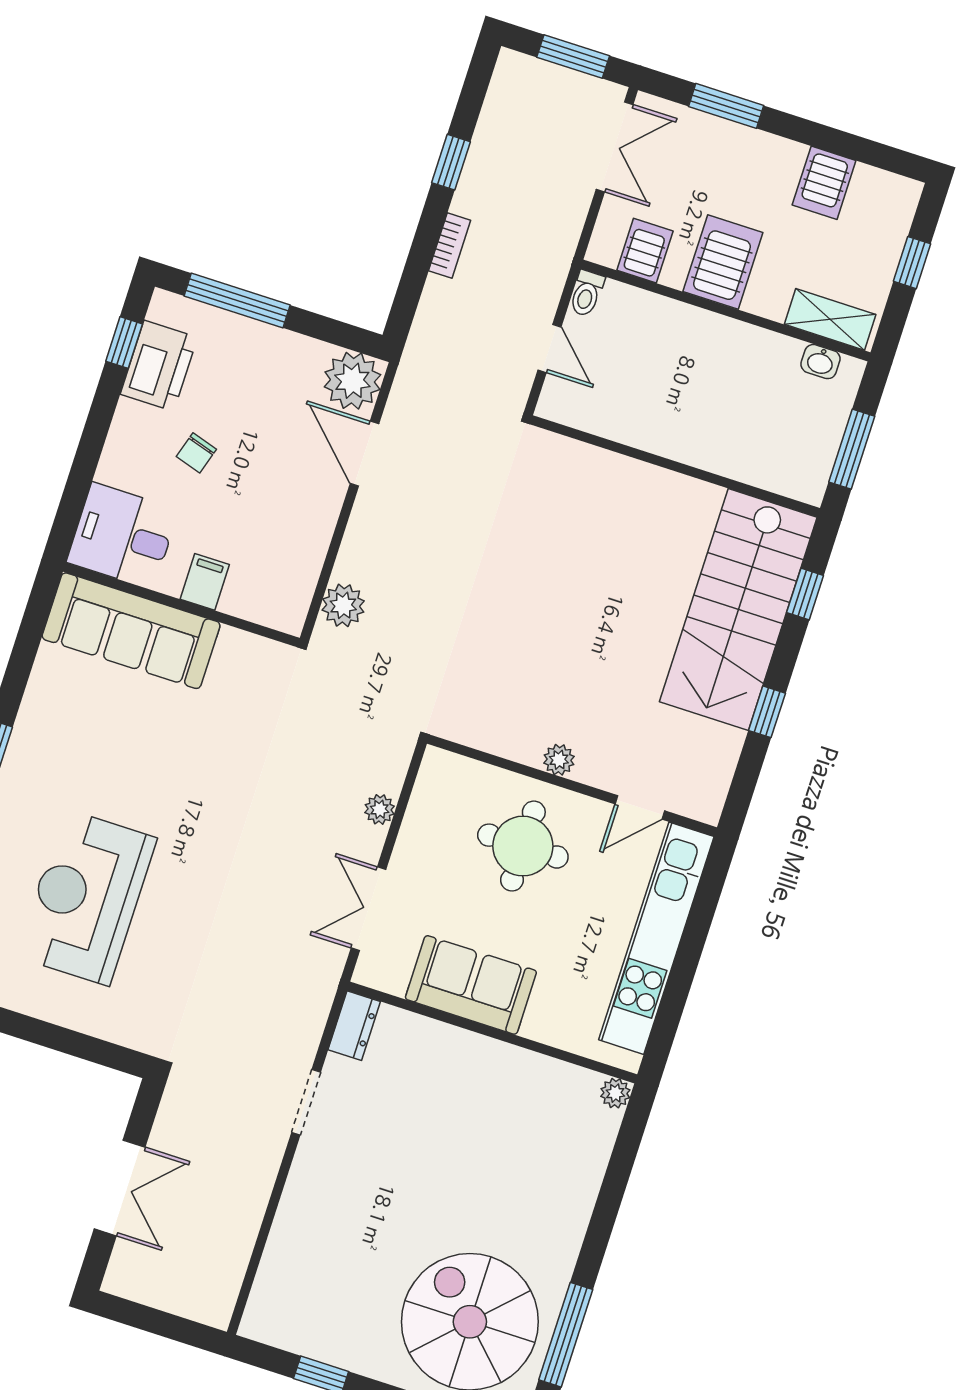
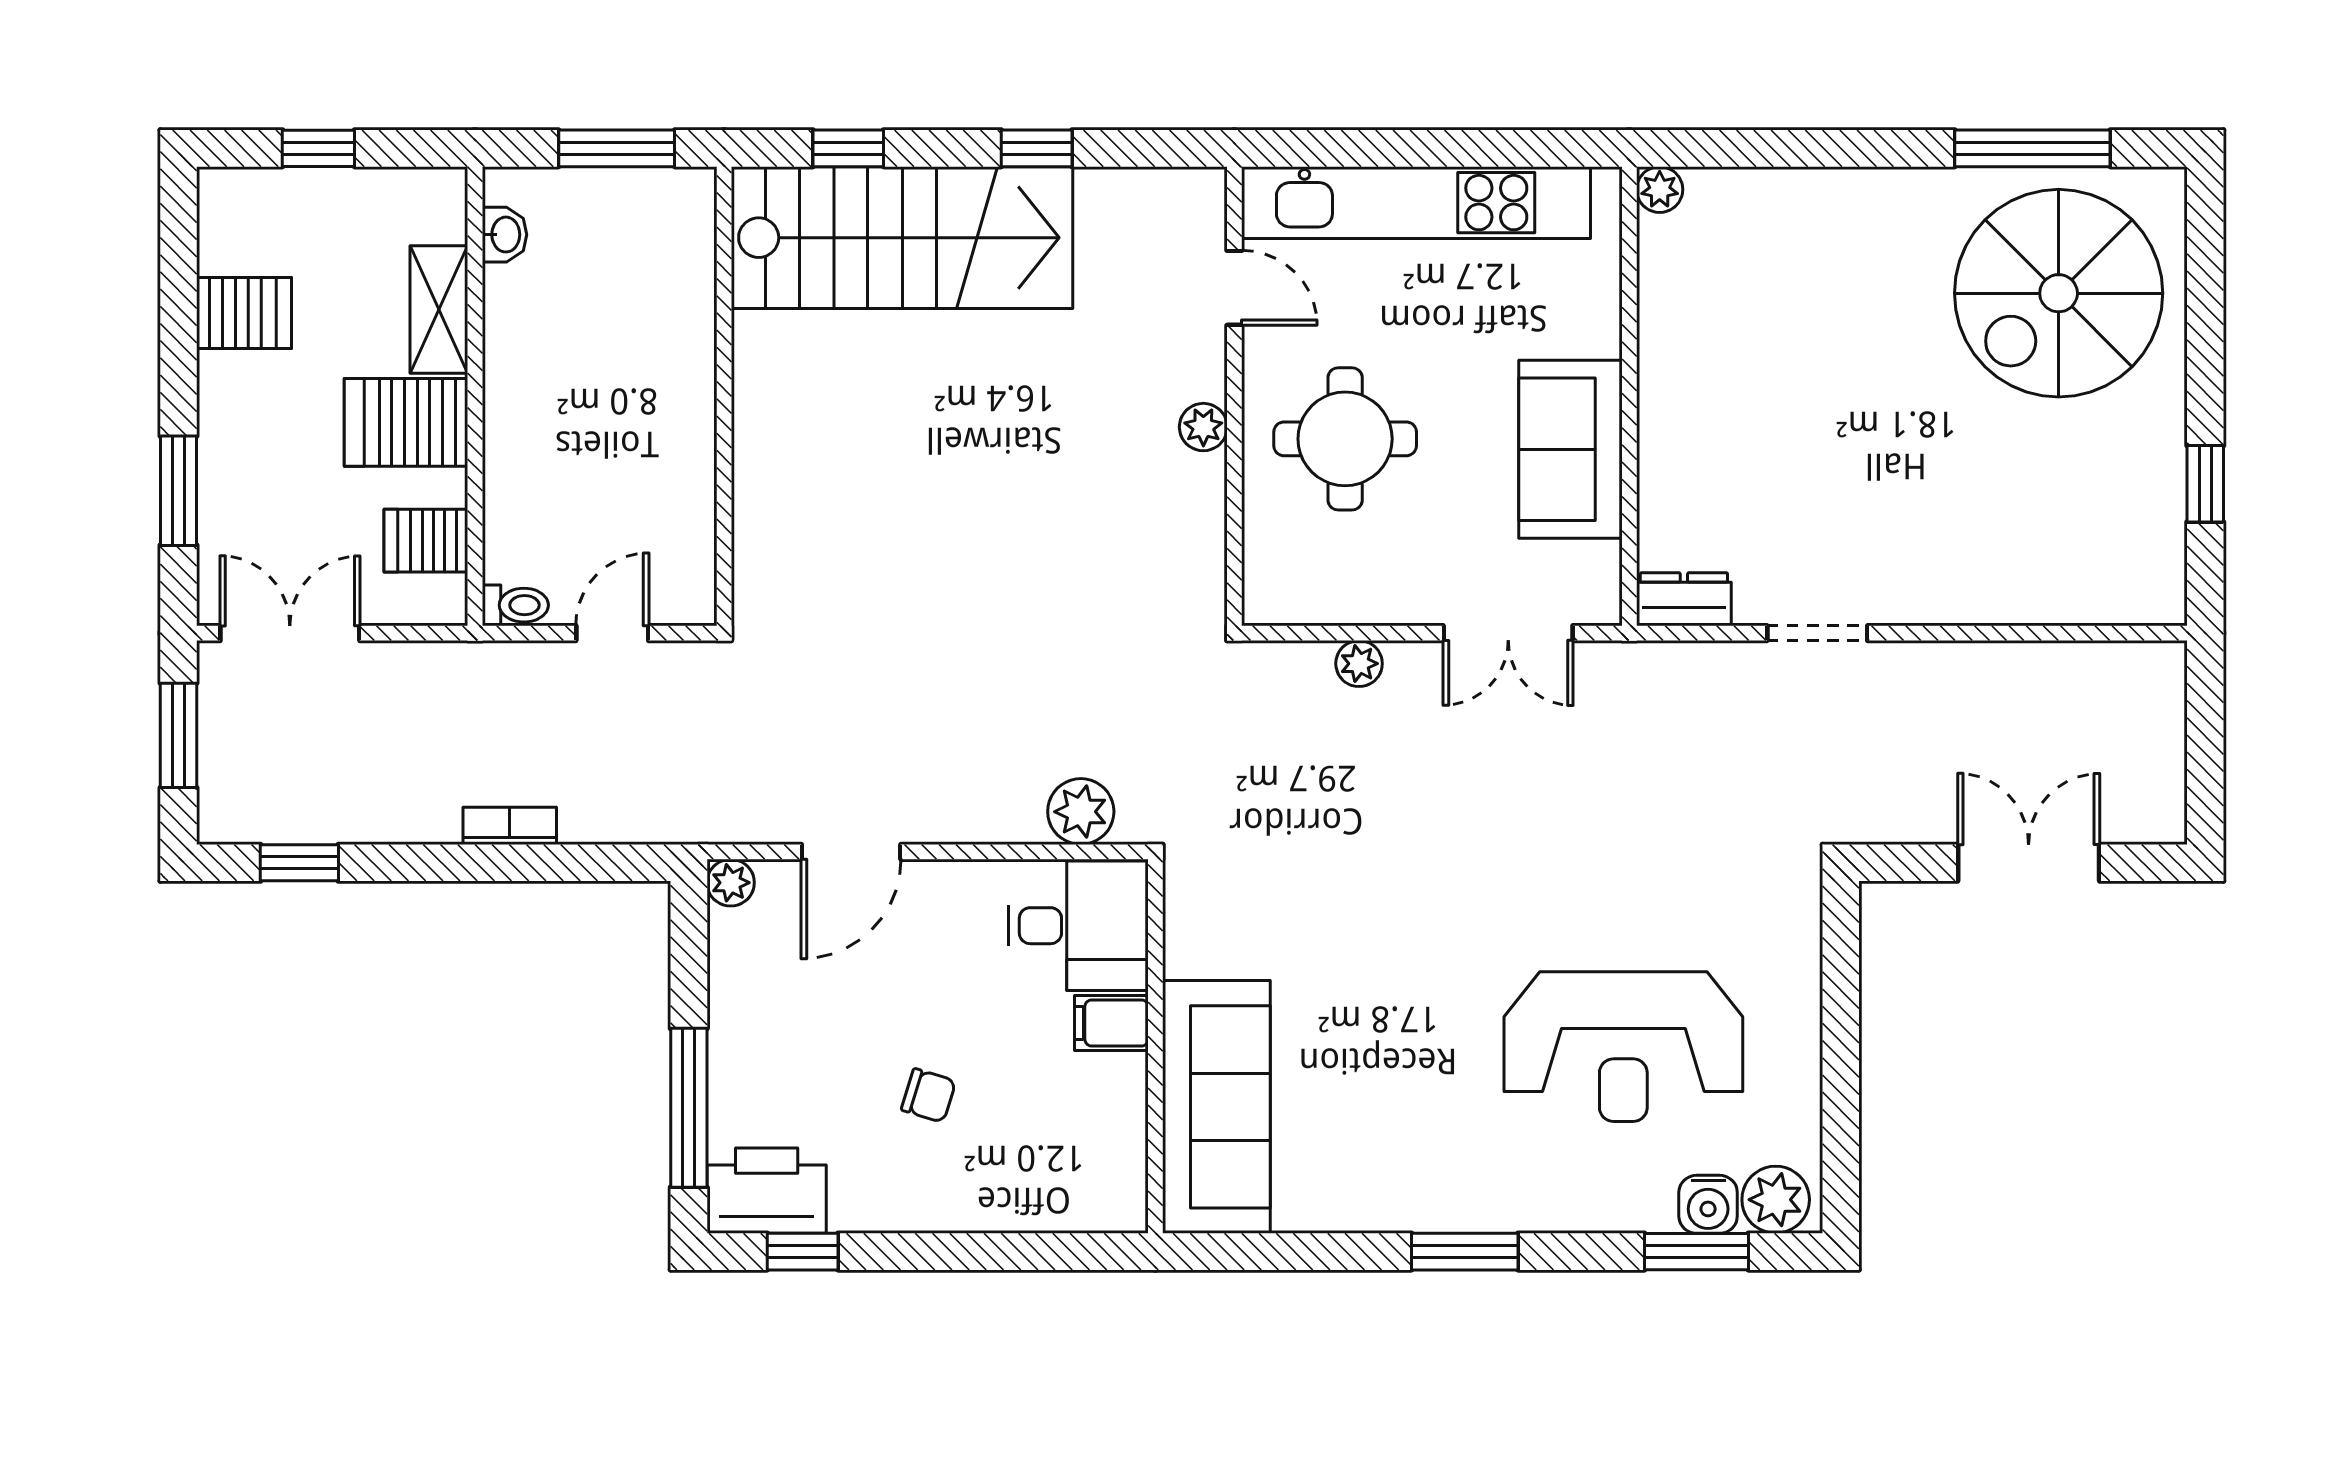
window: (451, 162) -> (299, 863), moved
shelving: (830, 319) -> (439, 309), moved
printer: (159, 366) -> (767, 1191), moved
plant: (352, 381) -> (731, 883), width x0.53, depth x0.53
desk: (123, 536) -> (1078, 926), moved, turned -90

